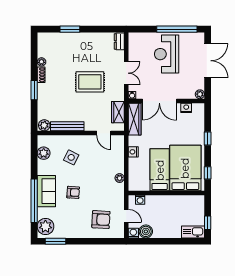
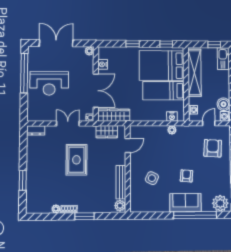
nightstand: (133, 152) -> (172, 116), moved
plant: (44, 153) -> (148, 206), removed
shelving: (178, 202) -> (195, 73), added

